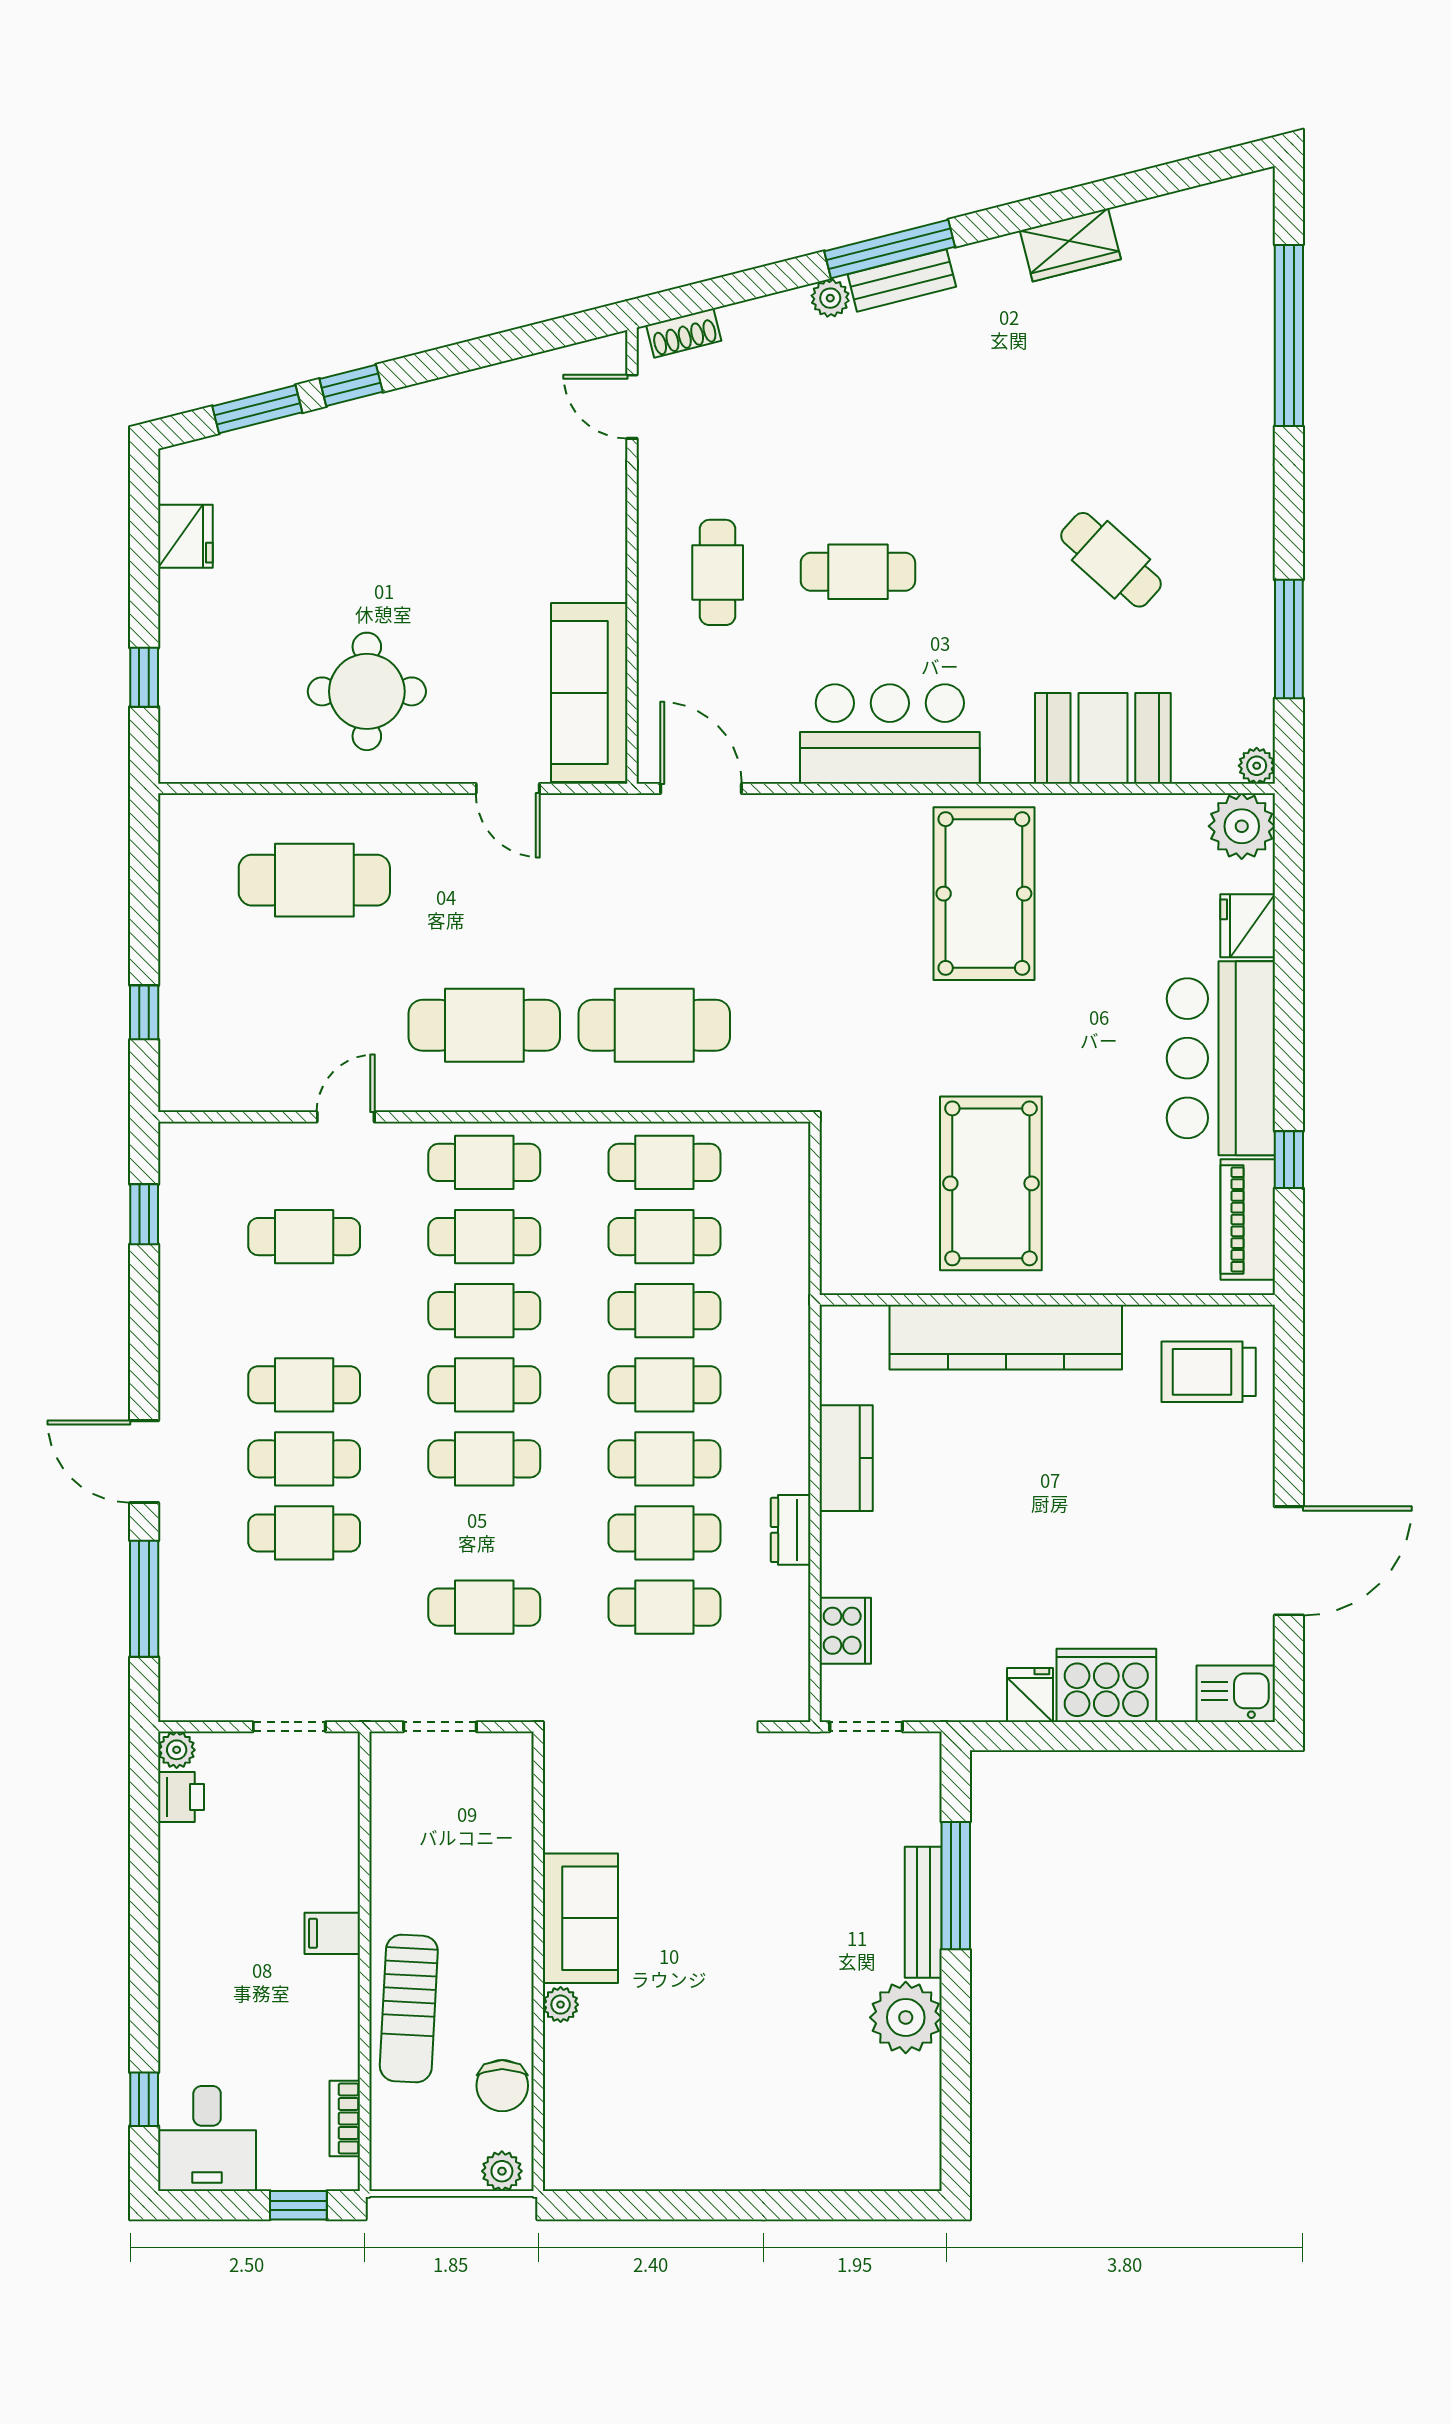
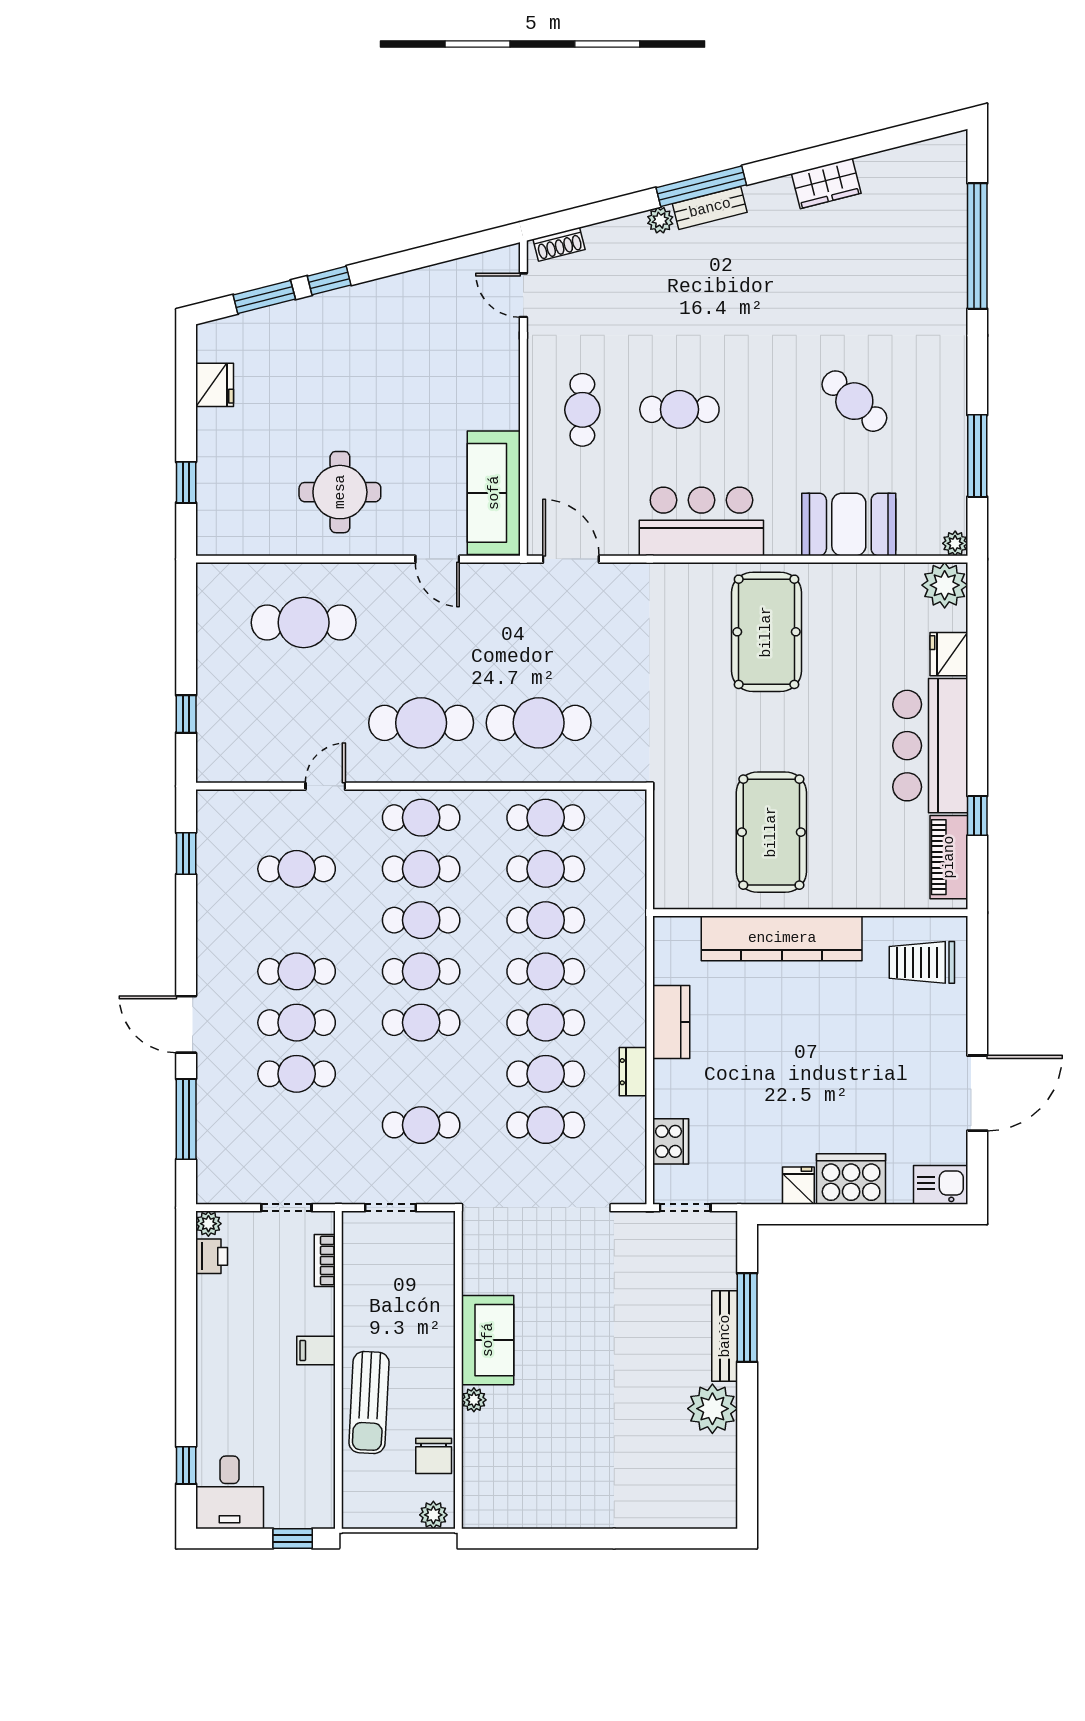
bookcase: (345, 2118) -> (325, 1260), moved

